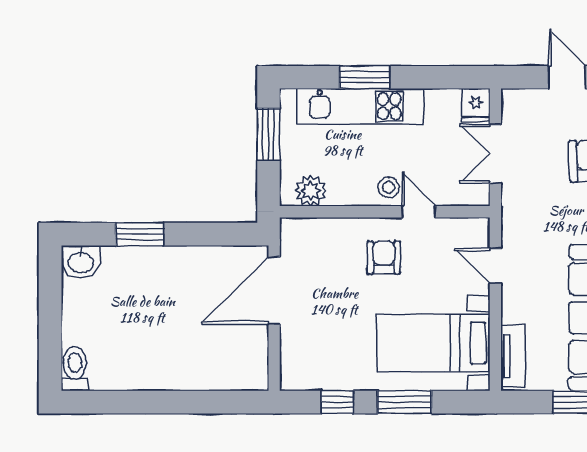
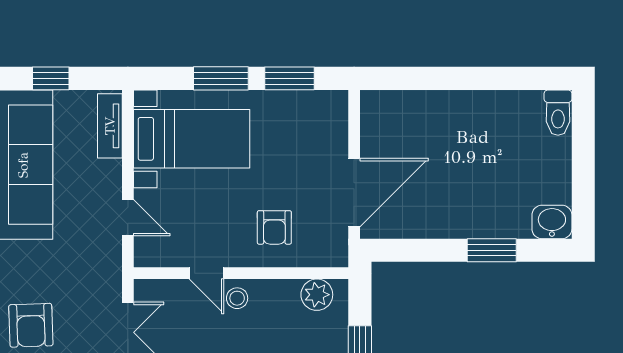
armchair: (384, 258) -> (274, 227), moved
window: (337, 402) -> (289, 78), width x1.50

